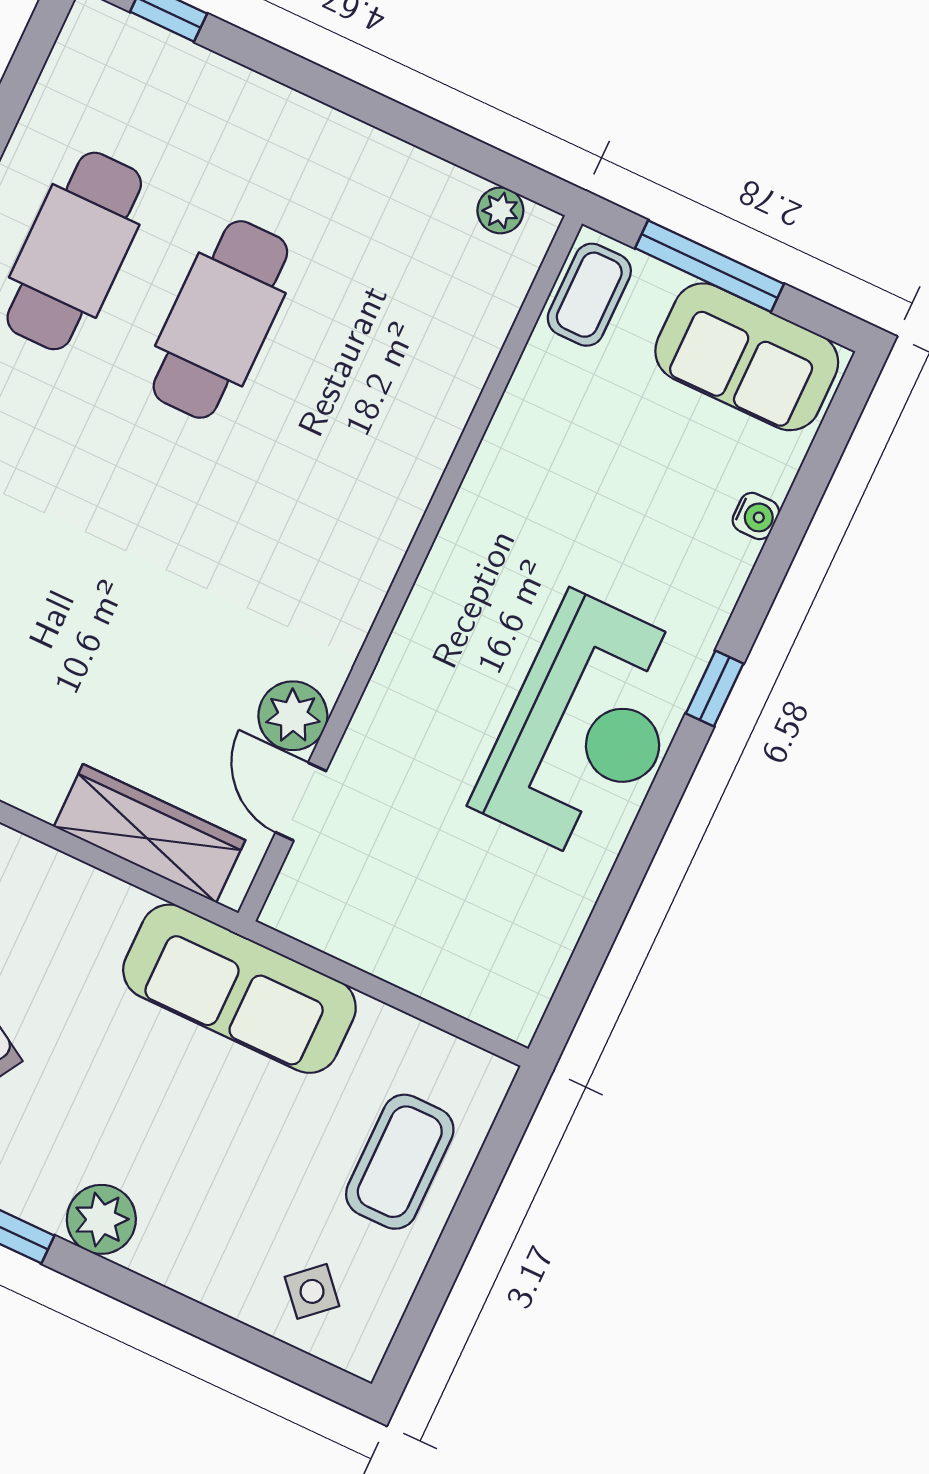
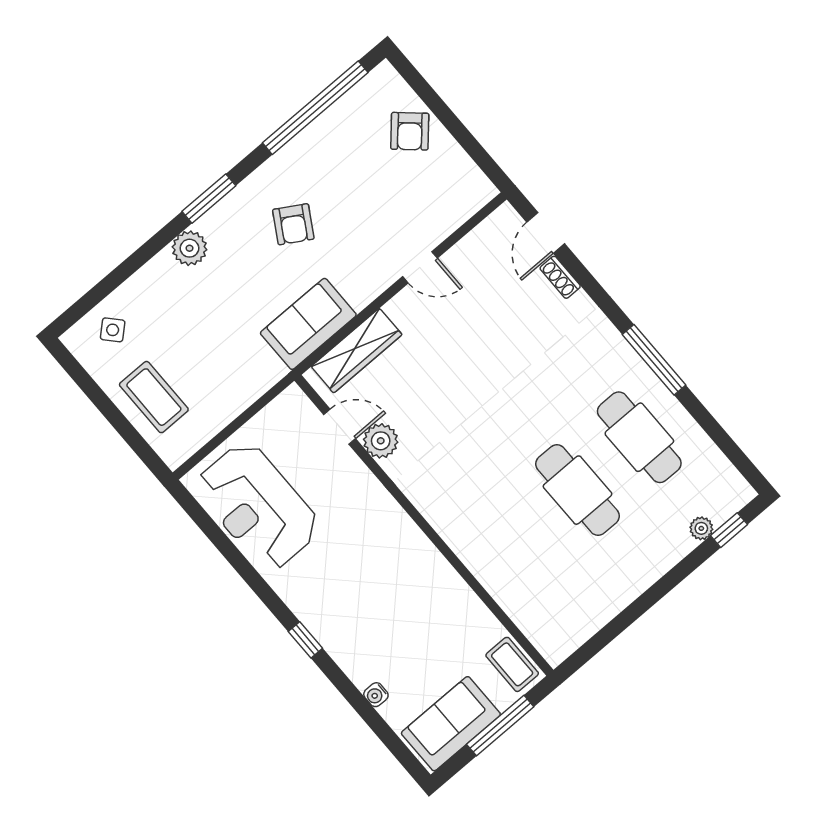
plant: (500, 210) -> (701, 528), moved
reception desk: (587, 729) -> (258, 506), moved
sofa: (239, 989) -> (308, 324), moved, width x0.73

